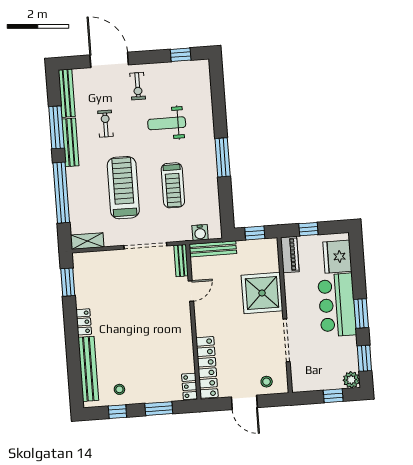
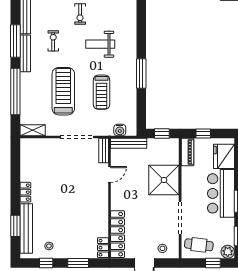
window: (68, 282) -> (15, 226), moved
cafe table: (313, 374) -> (199, 245), added

